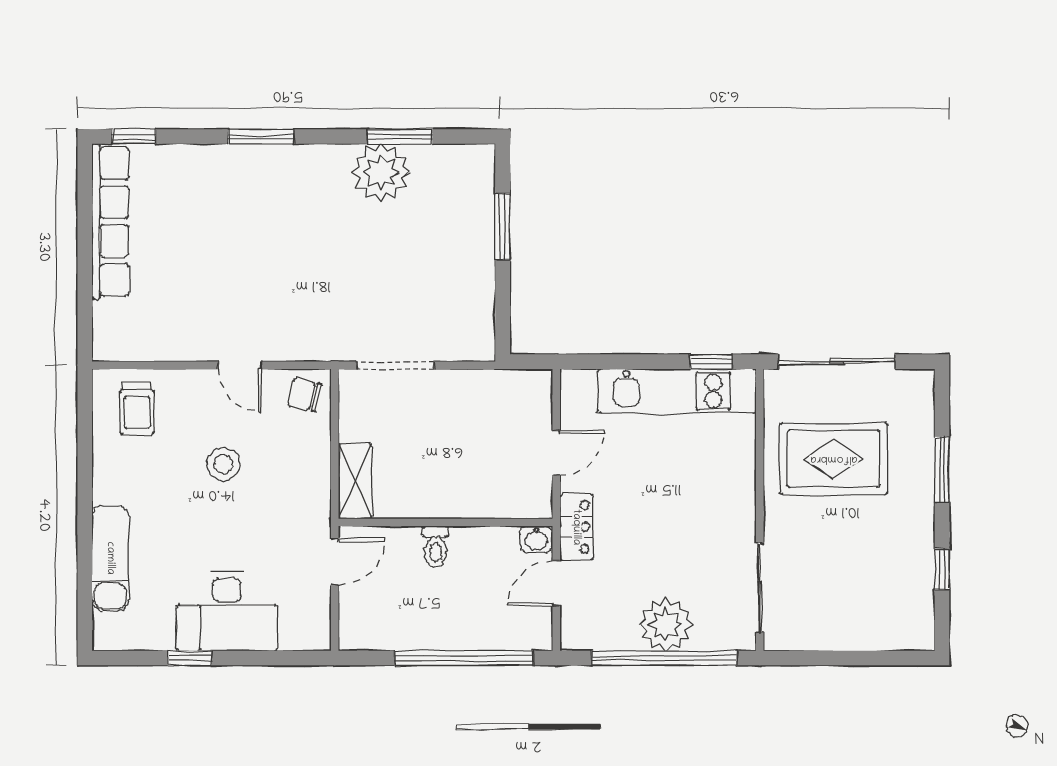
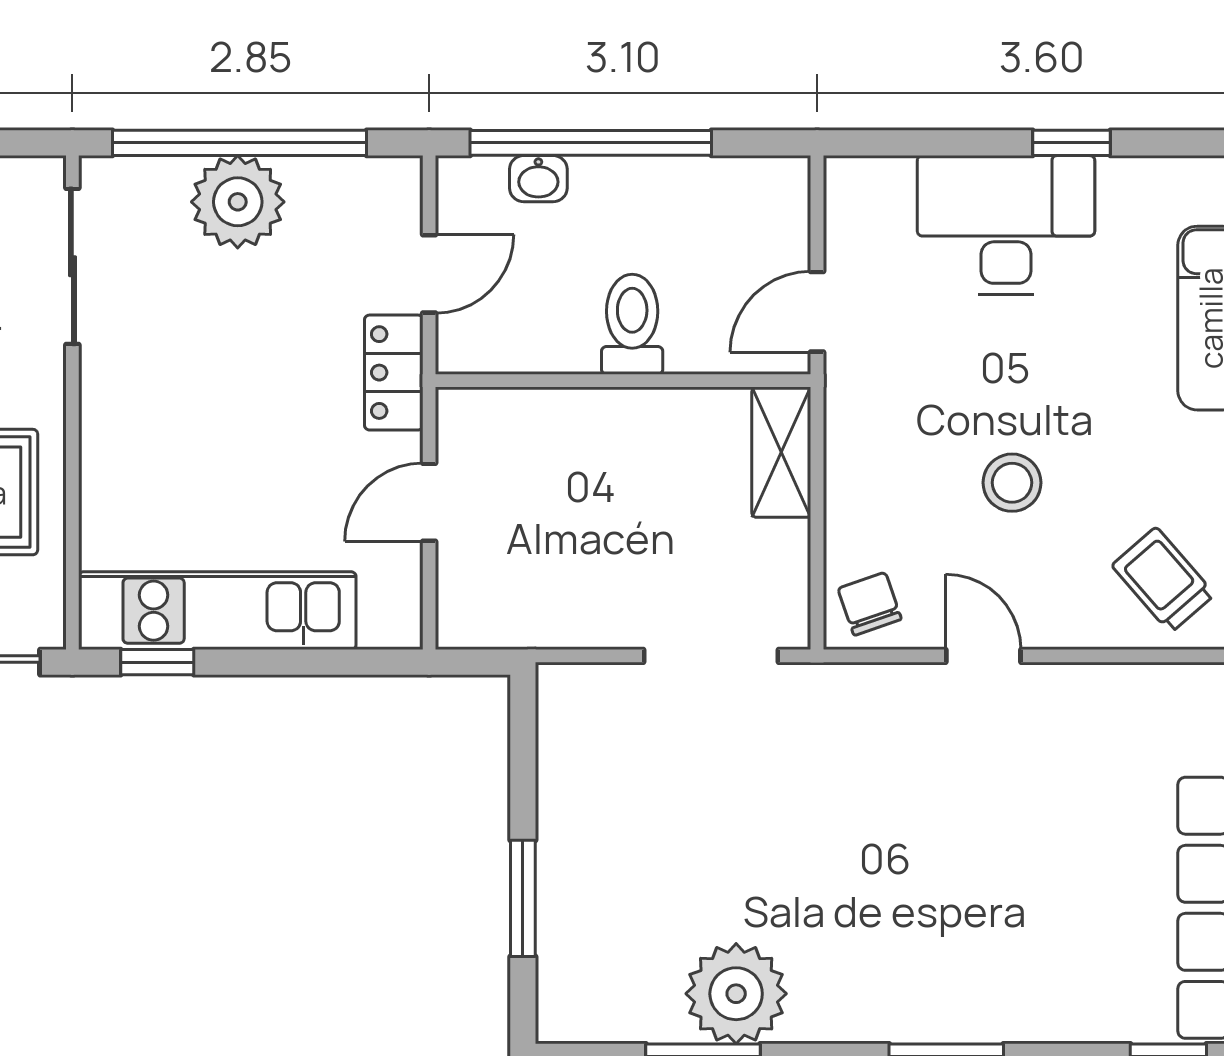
chair: (305, 395) -> (870, 604), turned -121
trolley: (137, 409) -> (1163, 580), turned -41
washbasin: (536, 539) -> (538, 179), moved, turned 180
toilet: (436, 547) -> (632, 324), width x1.37, depth x1.39

